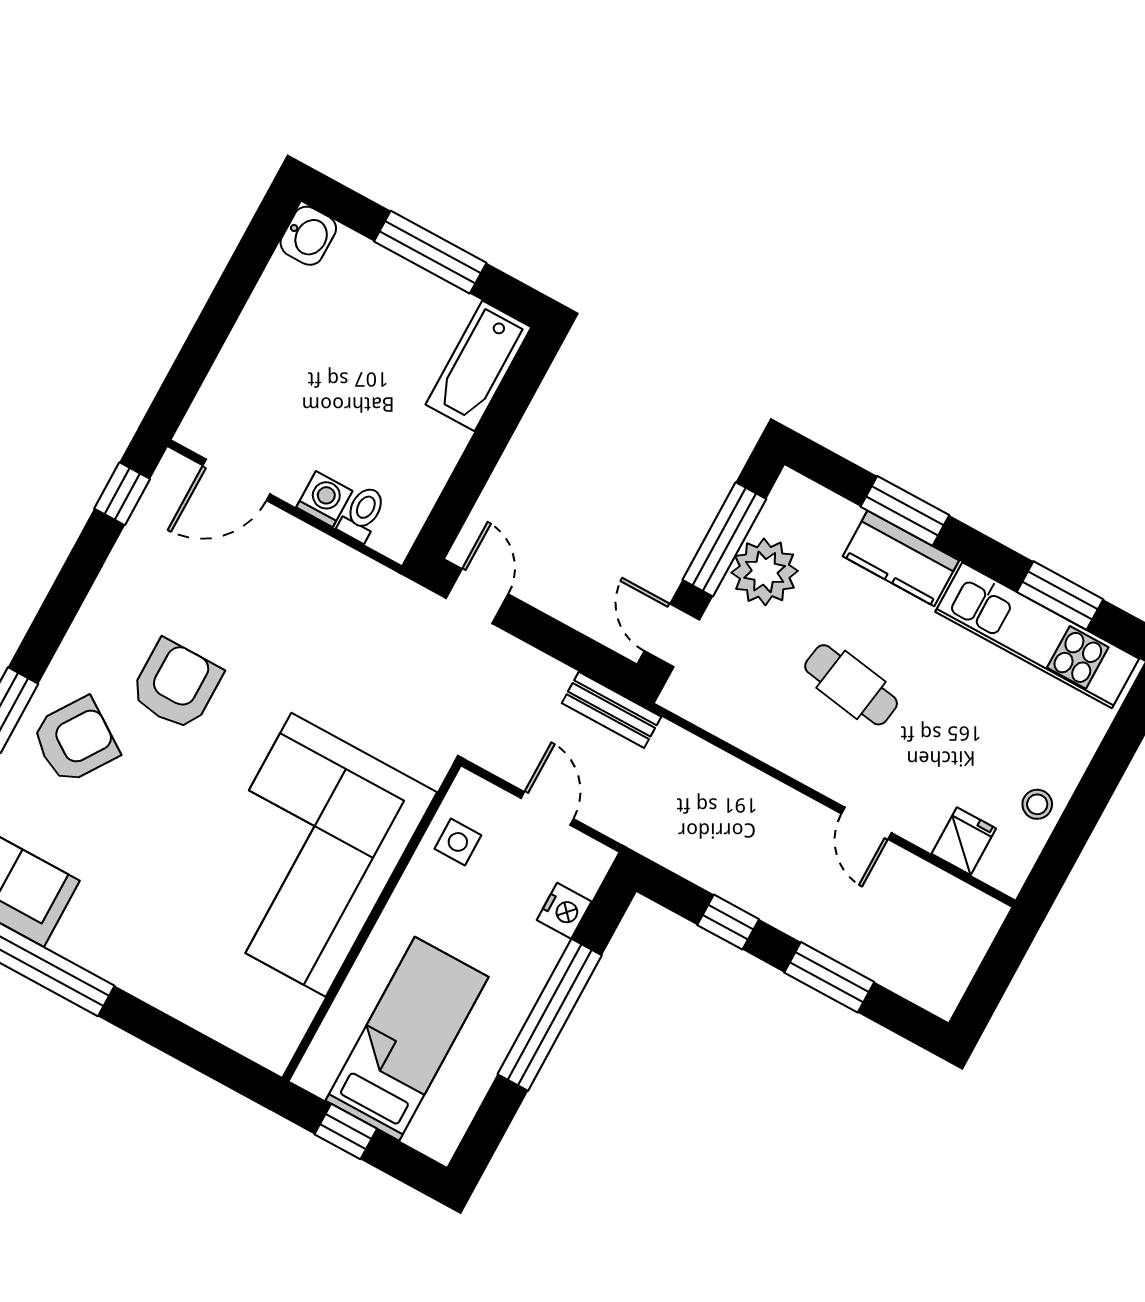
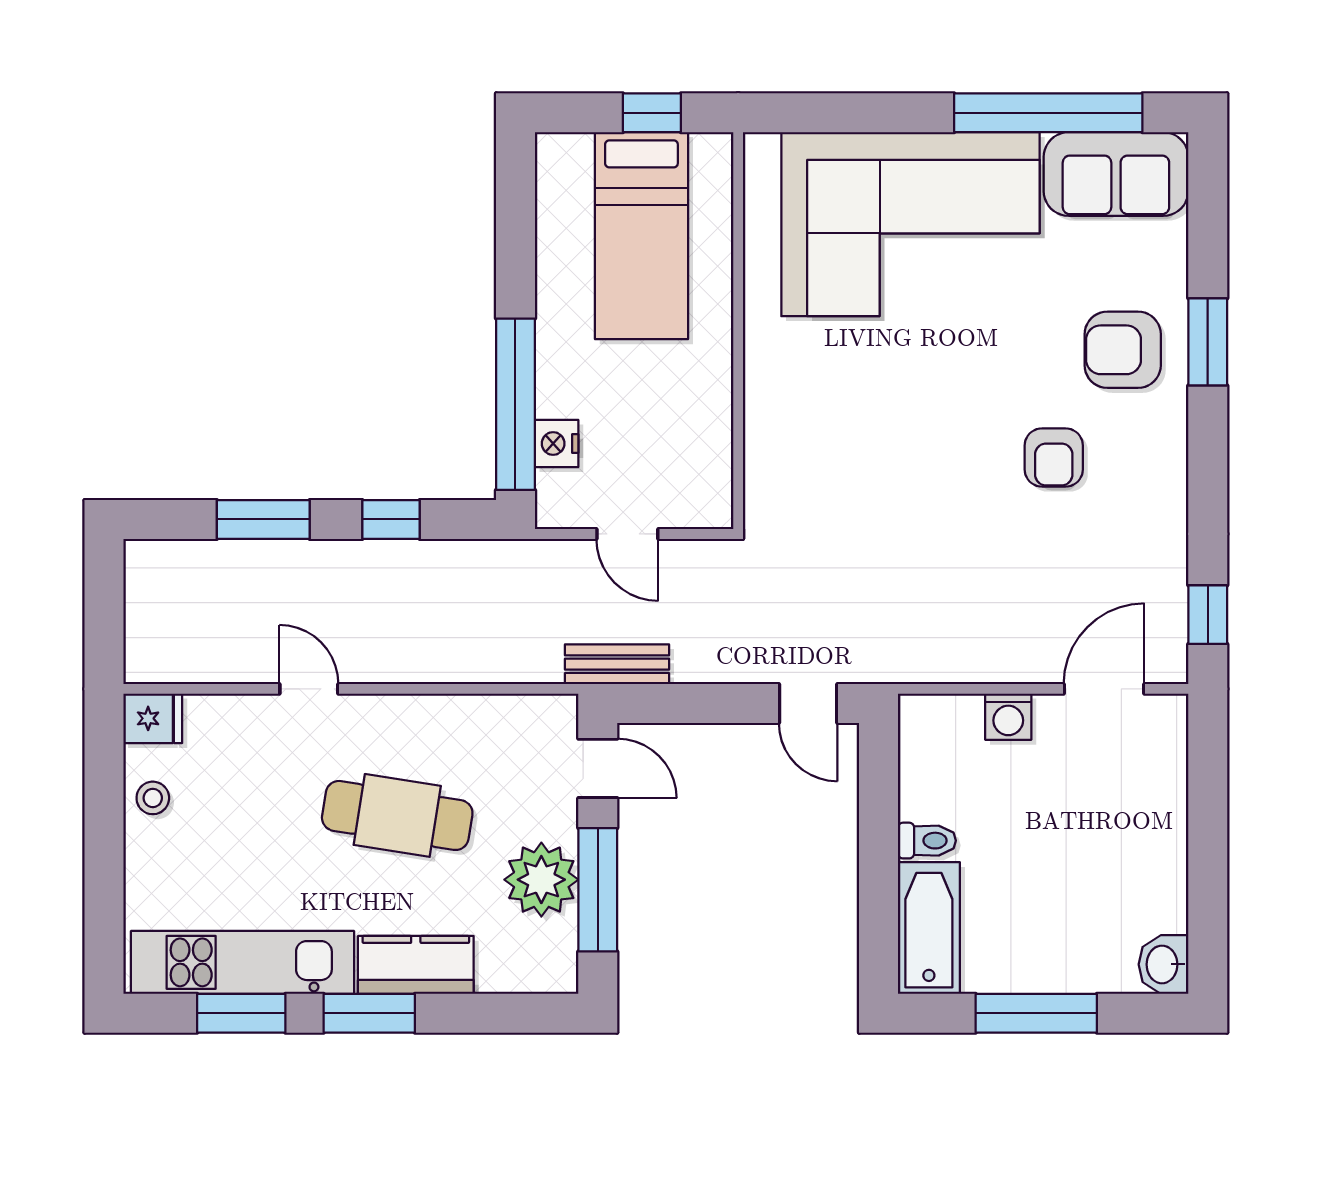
window: (905, 511) -> (369, 1013), moved
toilet: (362, 514) -> (927, 841), moved, turned -90
armchair: (176, 685) -> (1054, 457), width x0.72, depth x0.72
cafe table: (851, 685) -> (397, 815), width x1.37, depth x1.35
armchair: (75, 740) -> (1123, 350), turned 56
fridge: (964, 841) -> (153, 718), moved, turned -90
side table: (458, 842) -> (696, 454), removed
corner sofa: (308, 855) -> (911, 224), moved, turned 90
window: (550, 1015) -> (515, 404), moved

